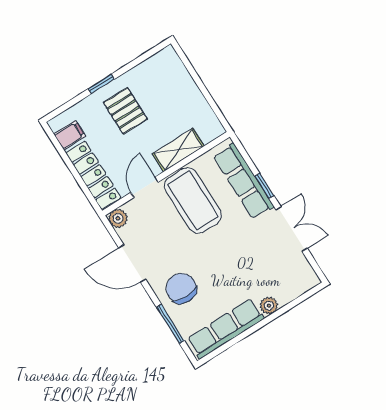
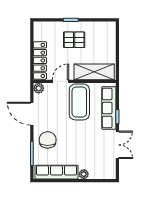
pallet: (125, 111) -> (74, 40), turned 90
filing cabinet: (70, 135) -> (41, 35), removed
shelving: (178, 150) -> (94, 72), width x1.50, depth x1.33

